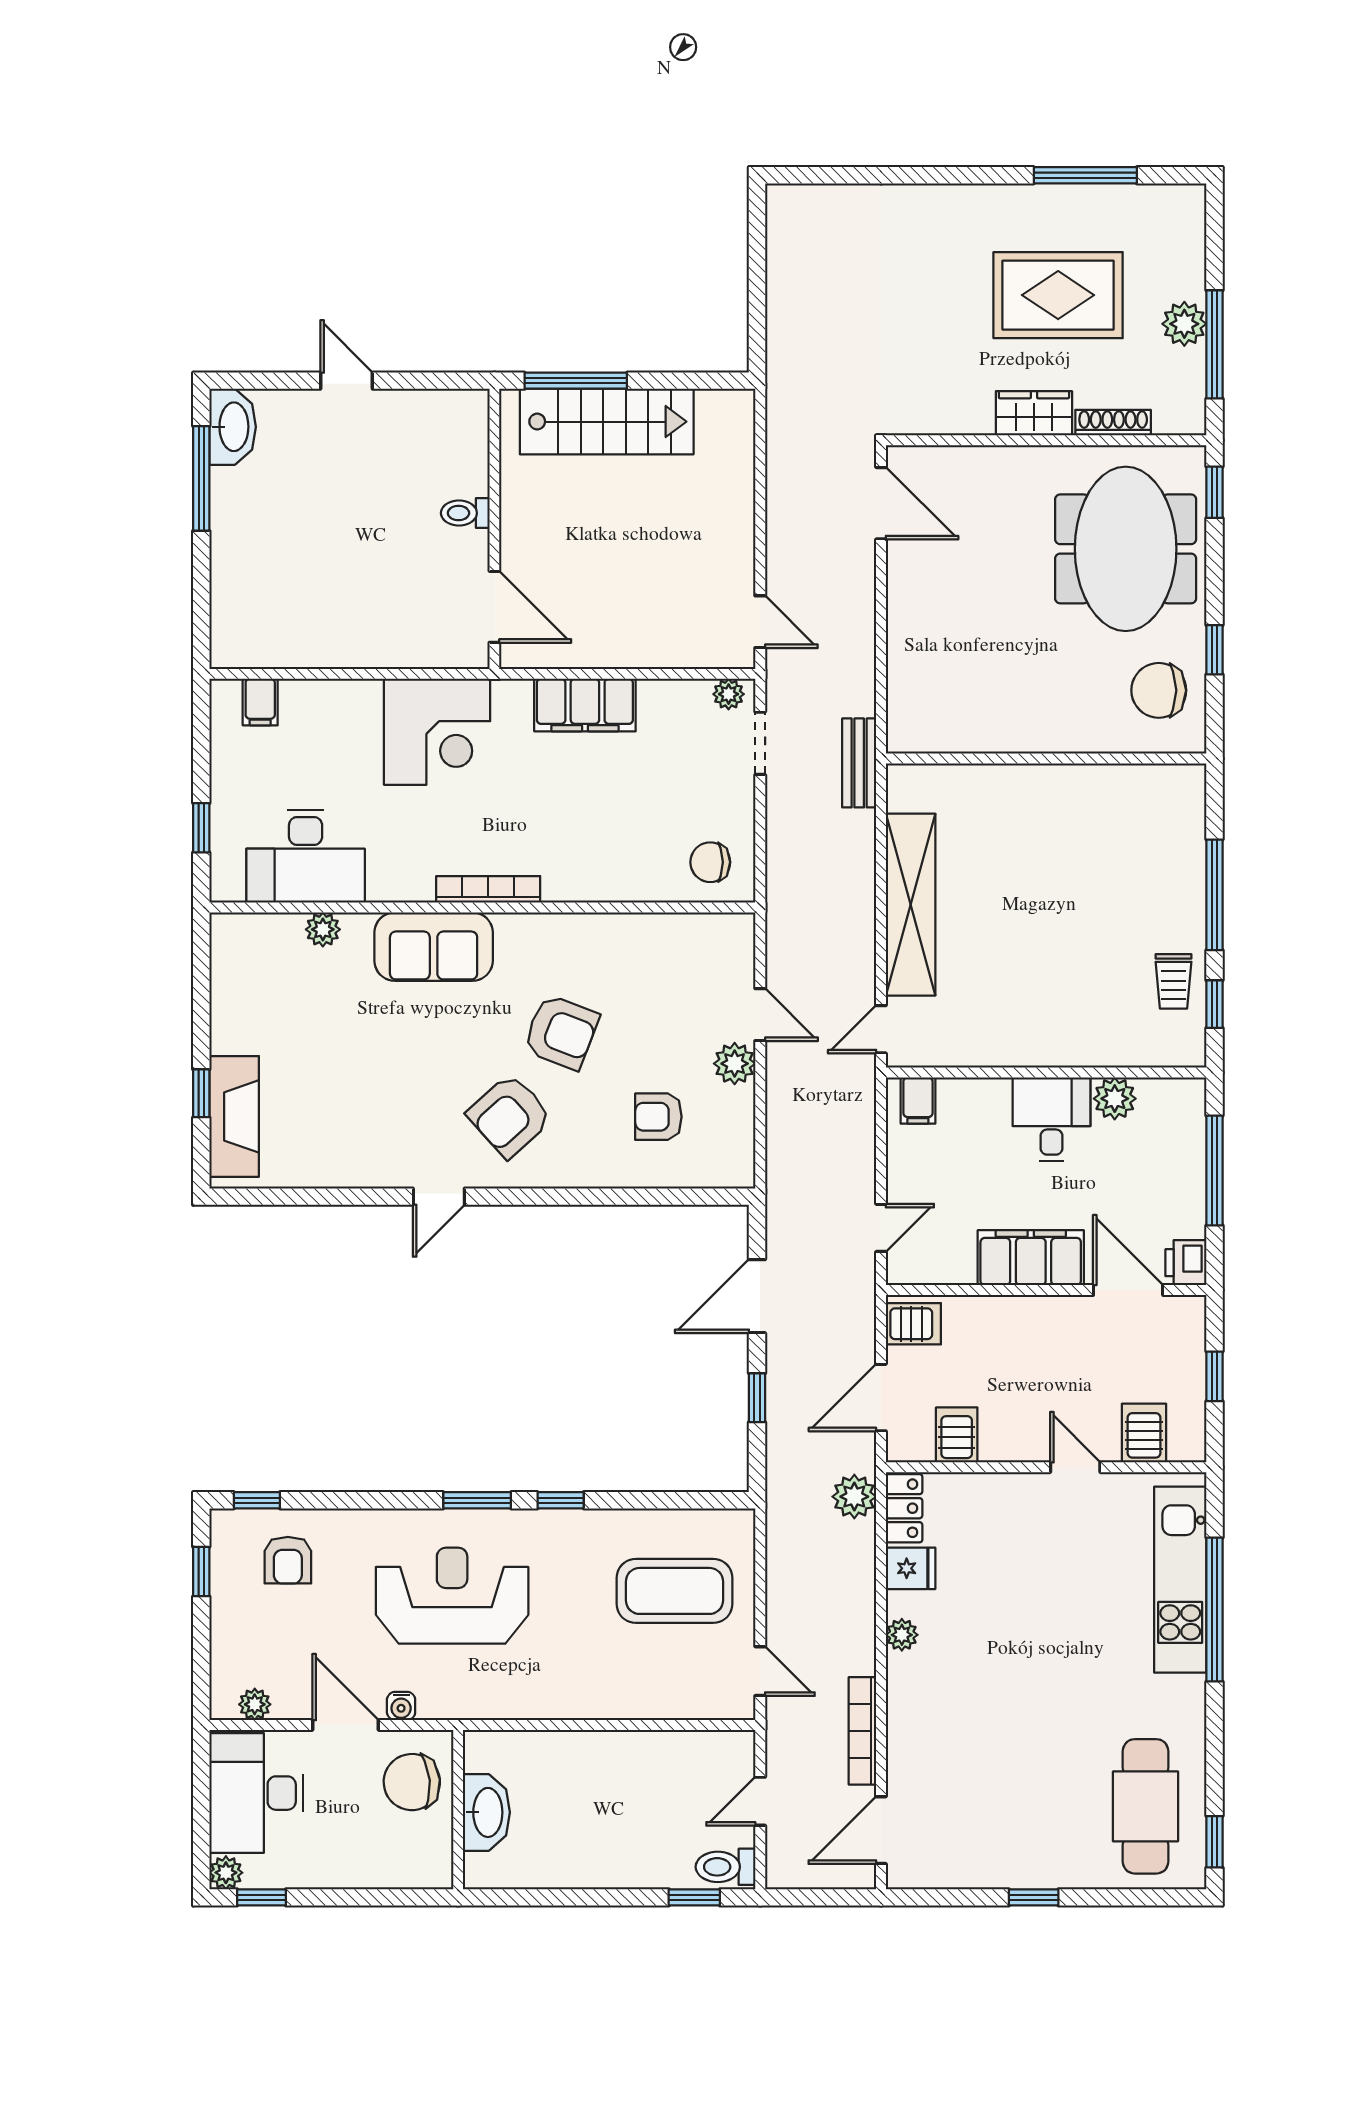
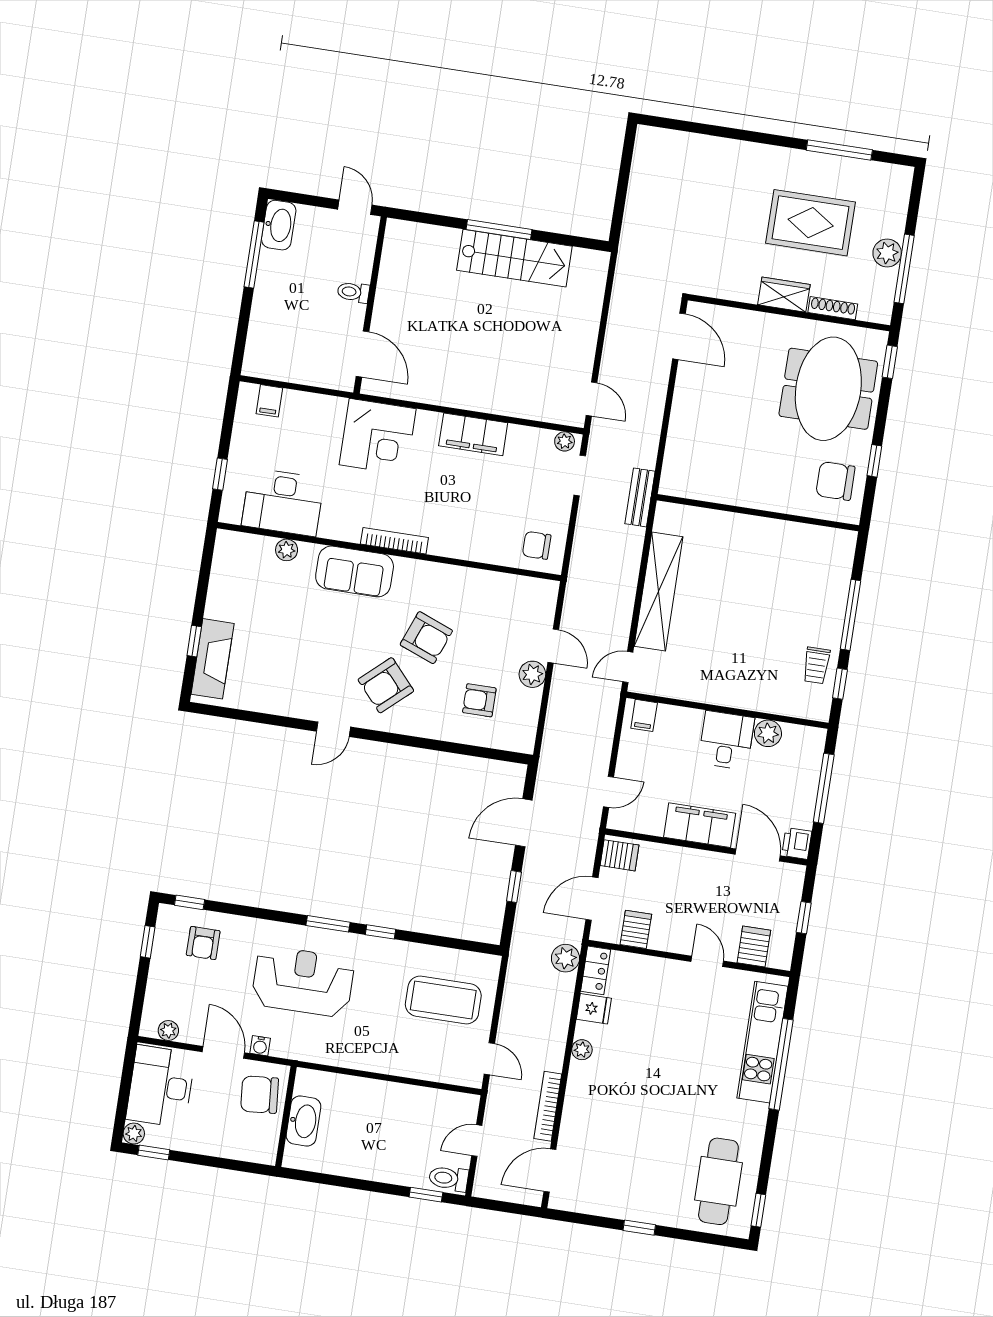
toilet: (465, 513) -> (353, 292), moved
wall: (494, 529) -> (370, 305), moved
door: (494, 607) -> (363, 354), moved

